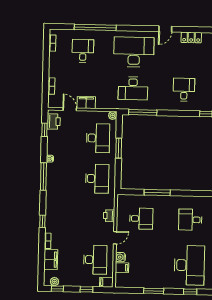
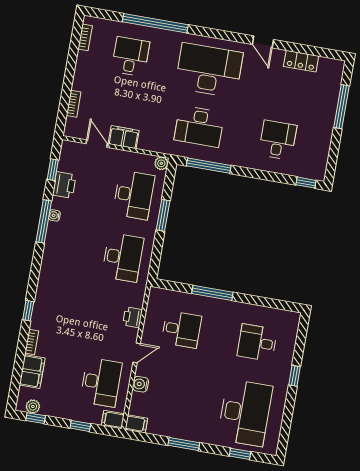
door: (165, 29) -> (263, 42), hinge flipped
printer: (54, 121) -> (64, 185), moved
window: (43, 176) -> (44, 221), moved
filing cabinet: (122, 268) -> (136, 424), moved

